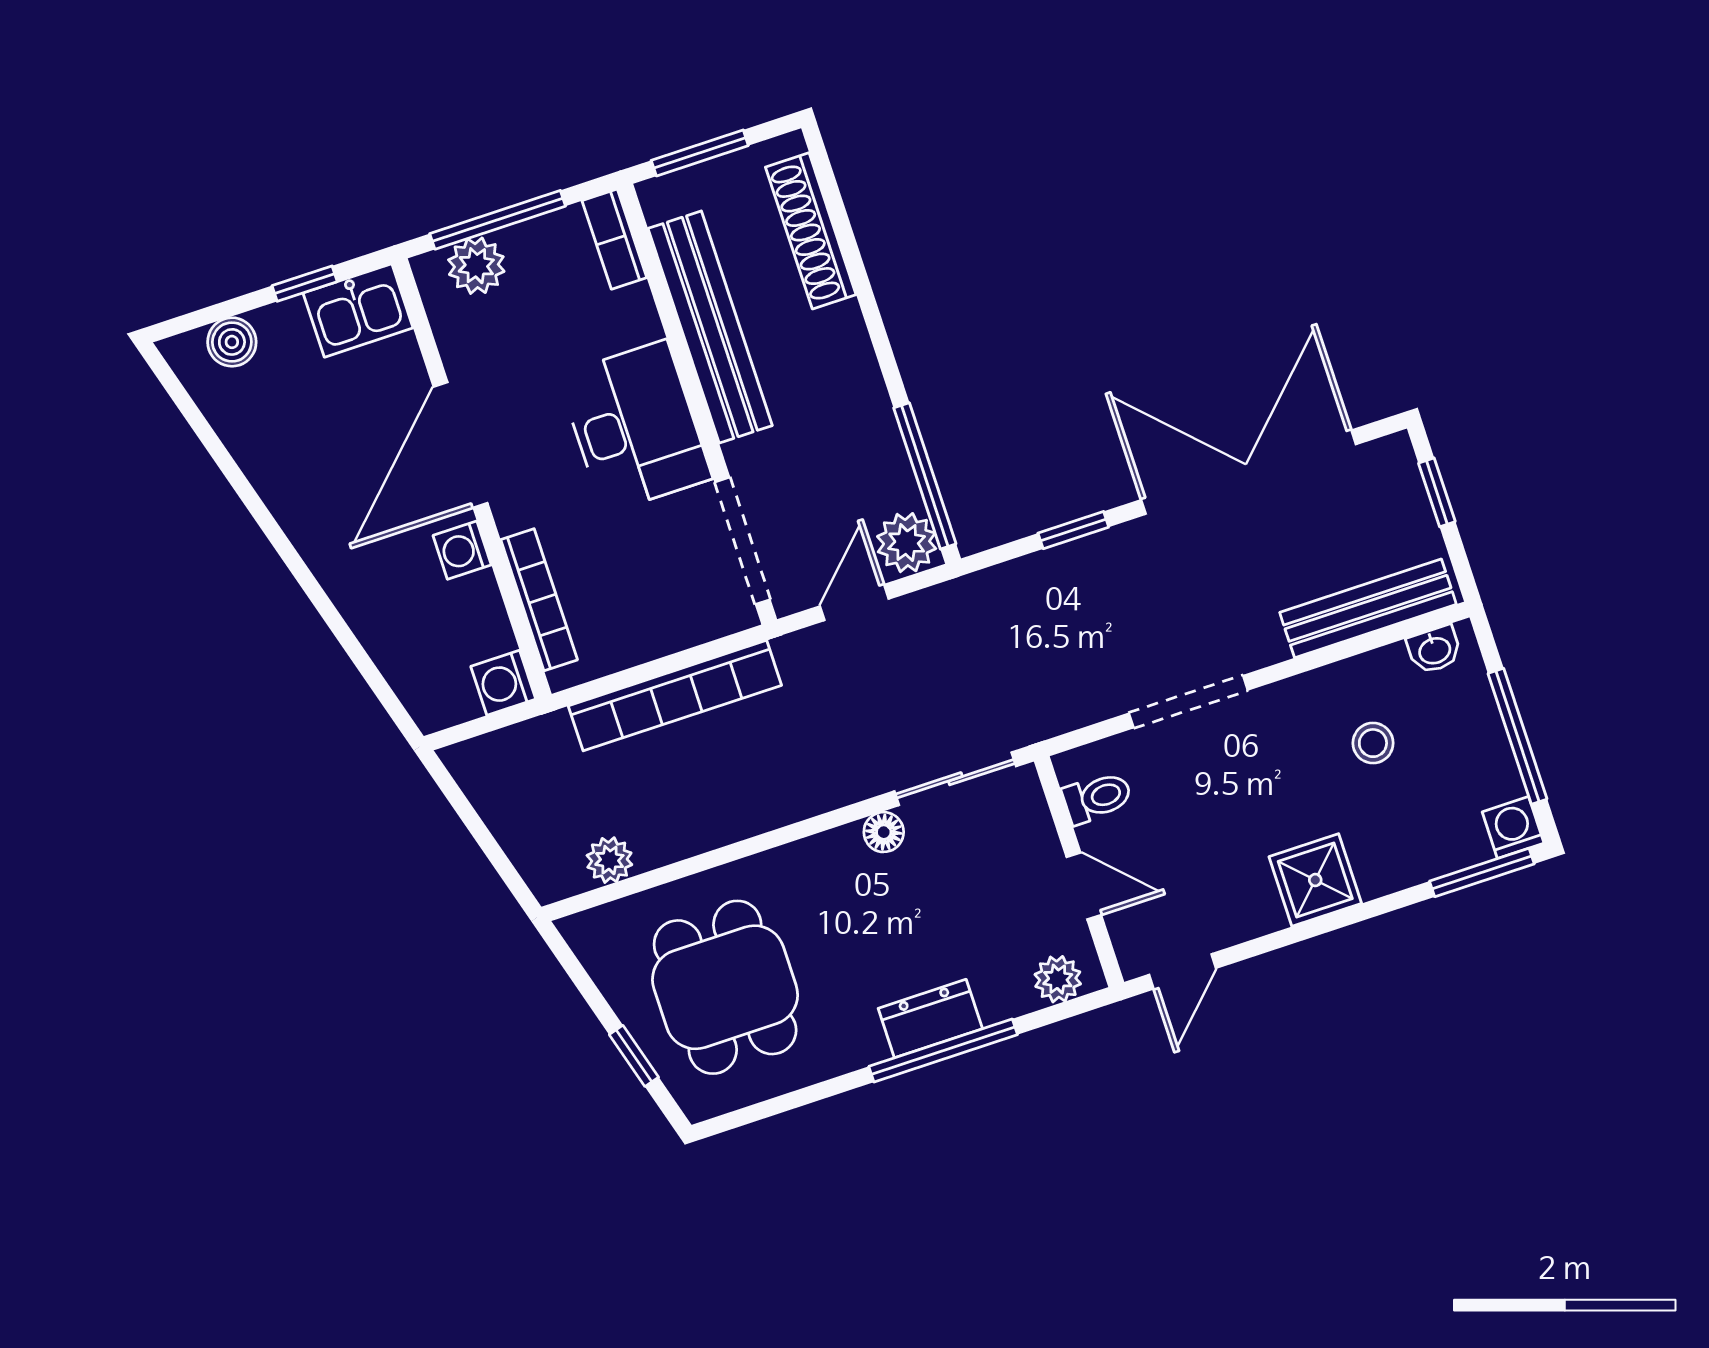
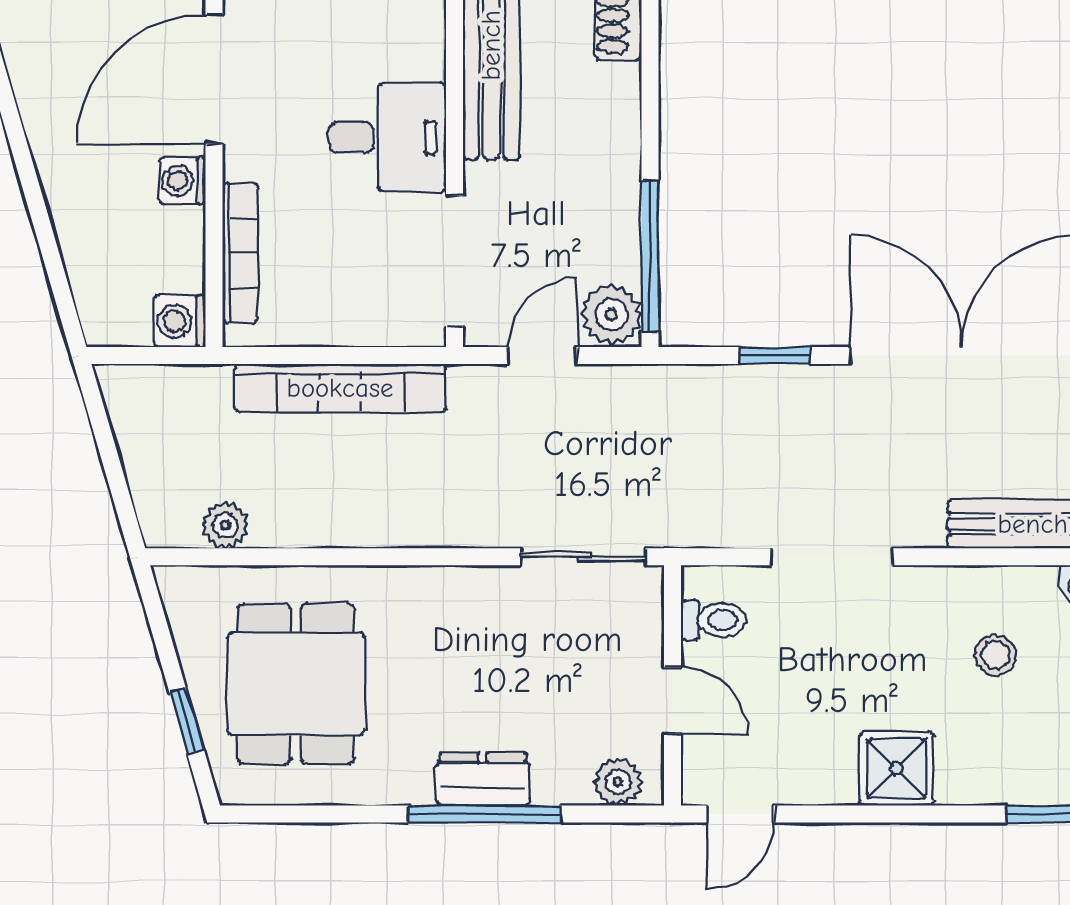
desk: (635, 427) -> (387, 137), width x0.73
floor lamp: (884, 832) -> (497, 585), removed

